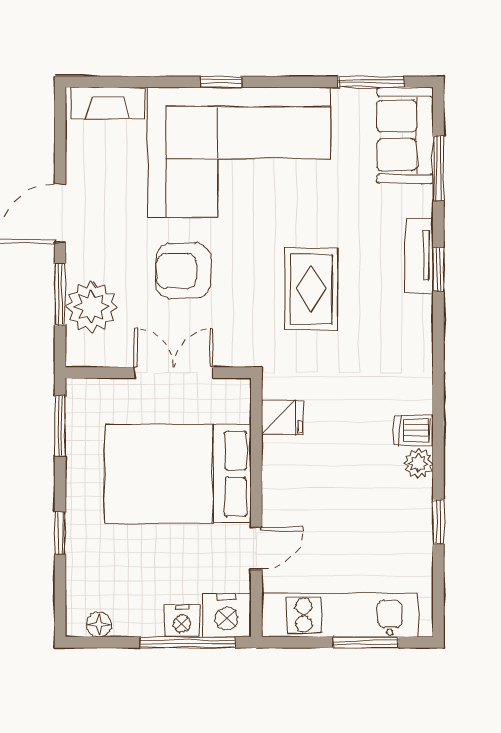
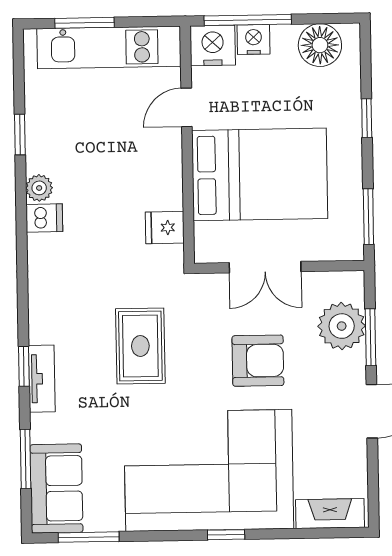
floor lamp: (99, 625) -> (320, 45), width x1.89, depth x1.89

